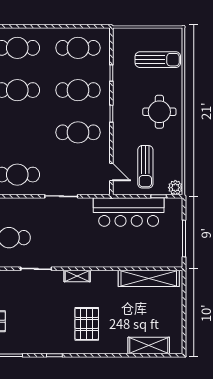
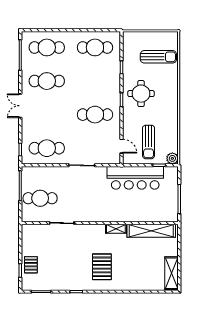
cafe table: (78, 90) -> (95, 81), removed
round table: (159, 112) -> (141, 94), moved
shelving: (77, 276) -> (116, 229), moved
shelving: (149, 346) -> (172, 273), moved, turned 90

